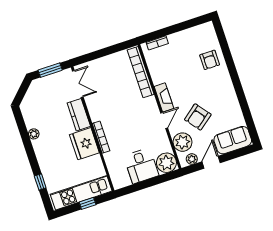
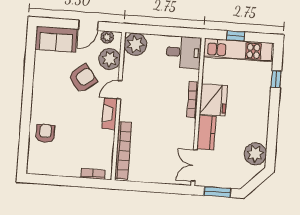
plant: (34, 134) -> (255, 154), moved, width x1.88, depth x1.88
desk: (141, 166) -> (184, 52), moved, turned 90

